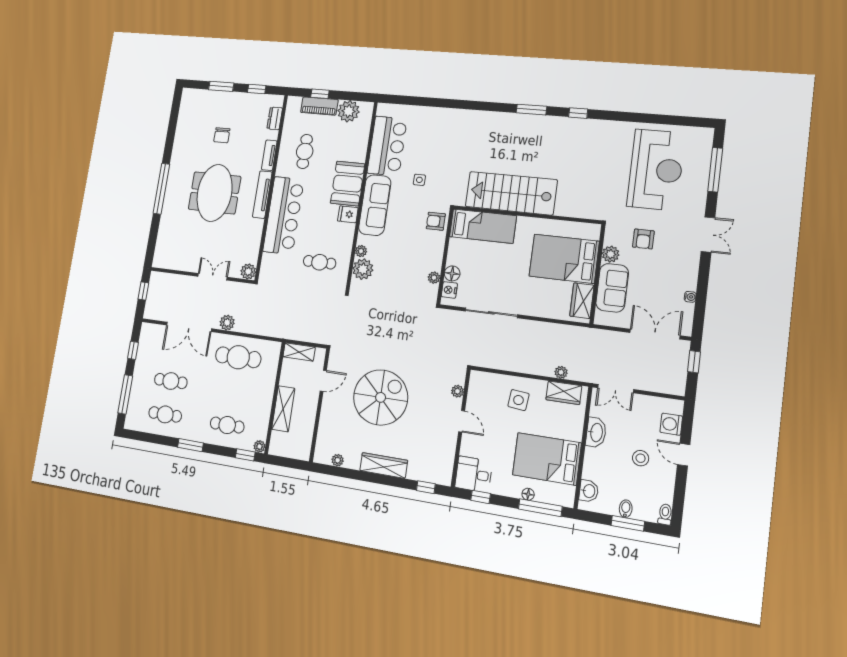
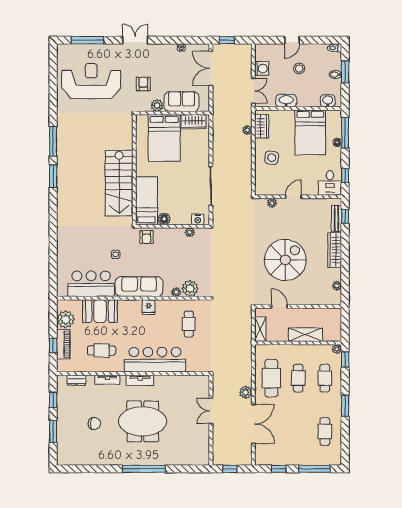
window: (578, 113) -> (53, 141), width x2.17
booth: (348, 184) -> (100, 311), moved
tv unit: (262, 195) -> (140, 380), width x0.71
armchair: (643, 239) -> (143, 84), turned -90
plant: (248, 271) -> (203, 381), removed
floor lamp: (452, 273) -> (164, 219), moved
cafe table: (171, 381) -> (298, 378), moved
spiral stairs: (381, 397) -> (285, 260), turned 90
washing machine: (671, 424) -> (262, 69), moved, turned -90
bench: (425, 475) -> (336, 218), added

